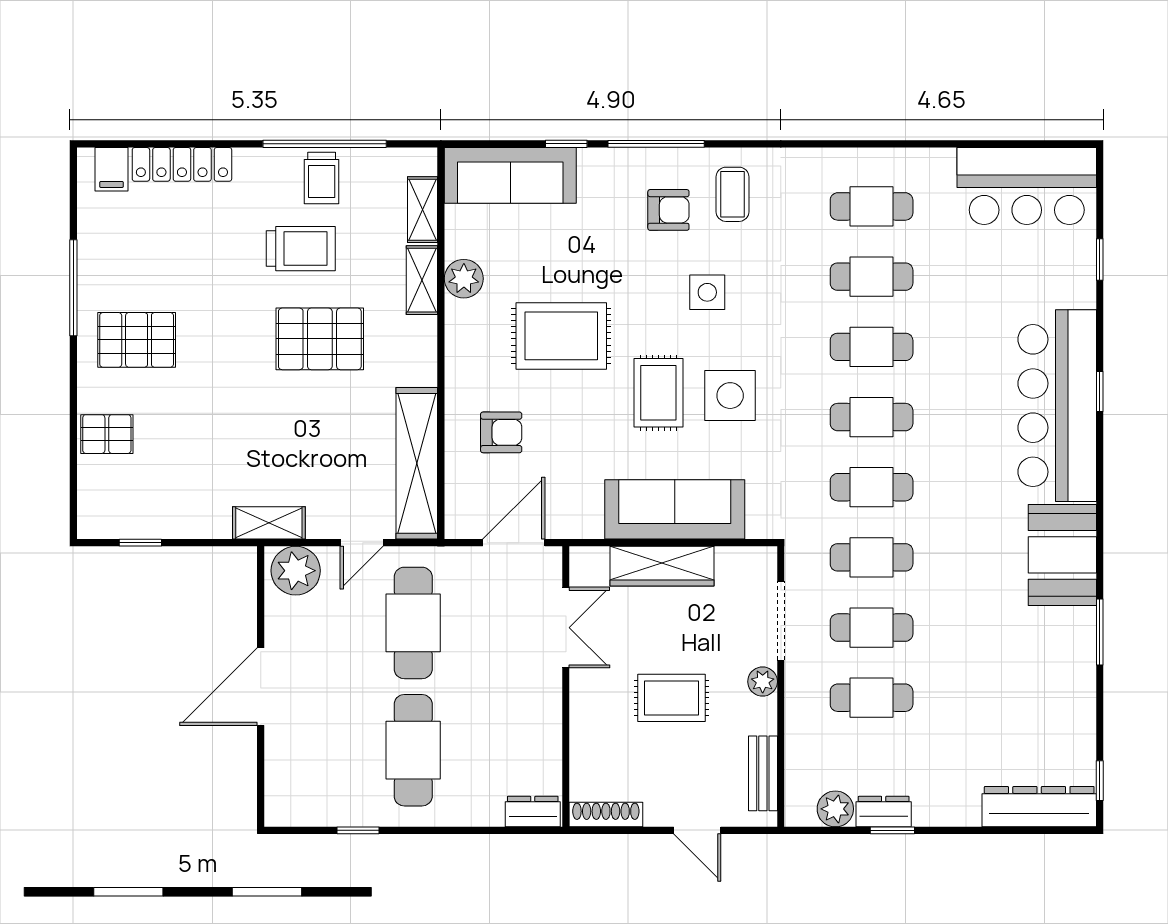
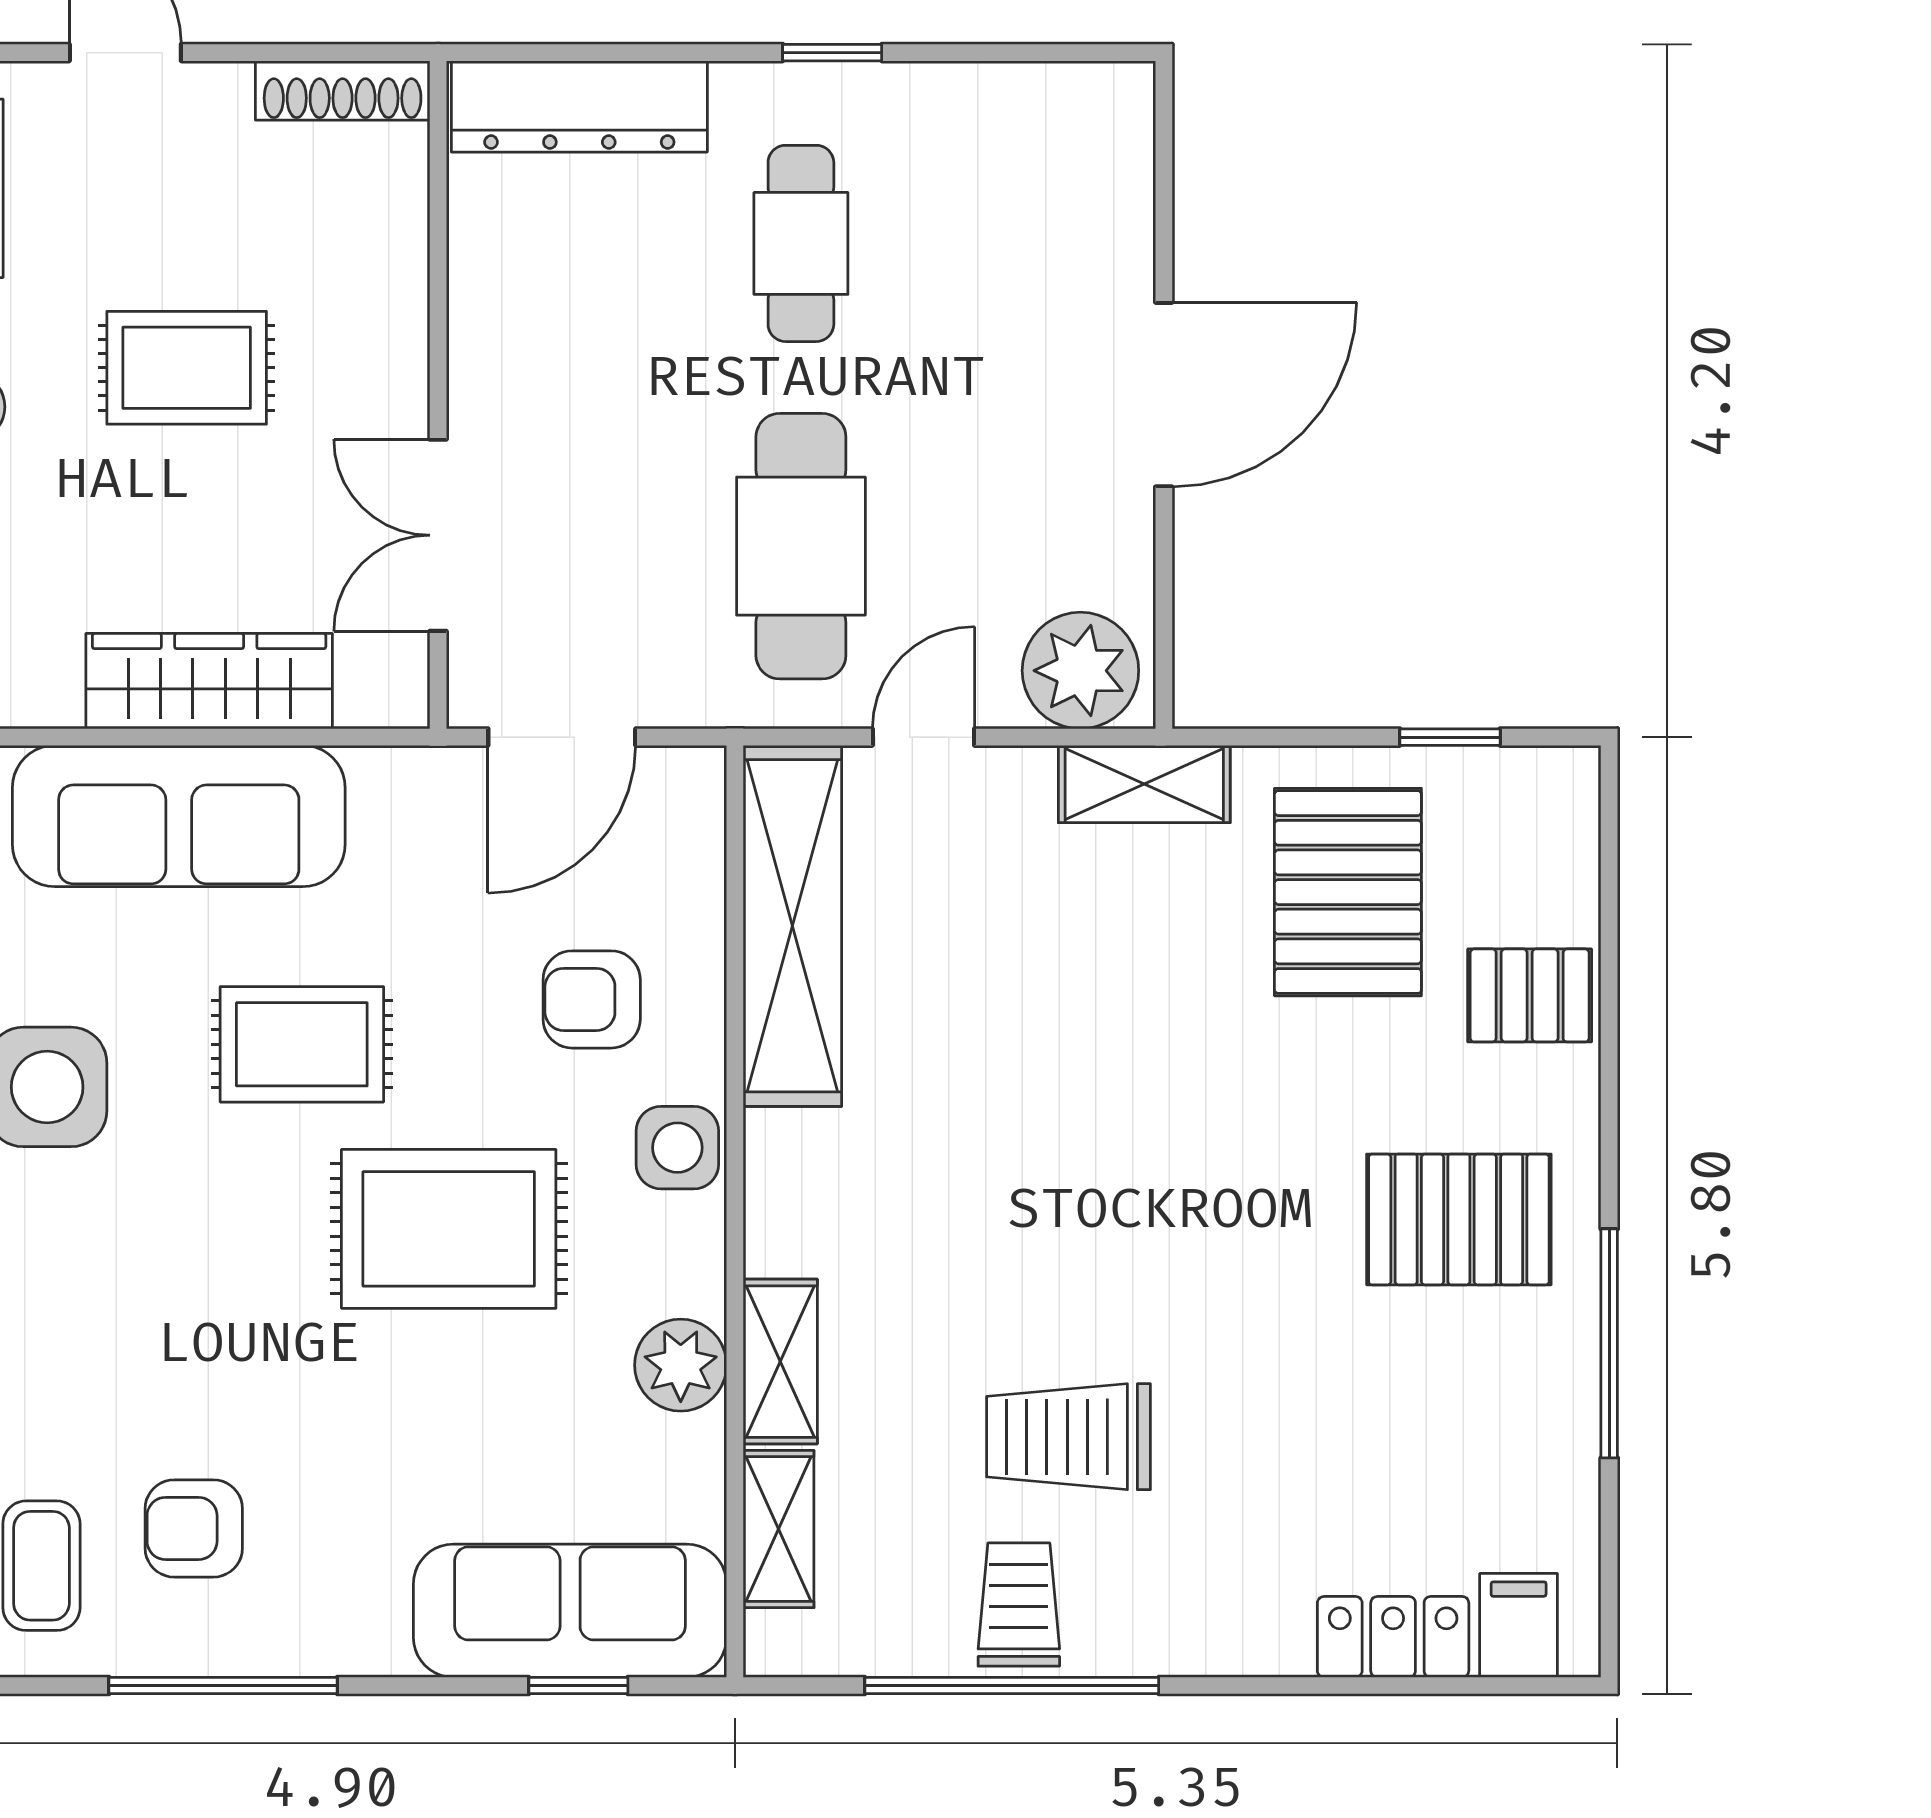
window: (566, 144) -> (578, 1686), moved
locker: (182, 164) -> (1393, 1637), width x0.66
side table: (707, 292) -> (677, 1148), moved
pallet: (320, 339) -> (1348, 892), moved, turned 90
rug: (658, 393) -> (302, 1044), moved, turned 90
cafe table: (413, 750) -> (801, 243), width x0.73, depth x0.74
dresser: (533, 812) -> (579, 106), width x1.96, depth x1.24
window: (358, 830) -> (832, 53), moved

